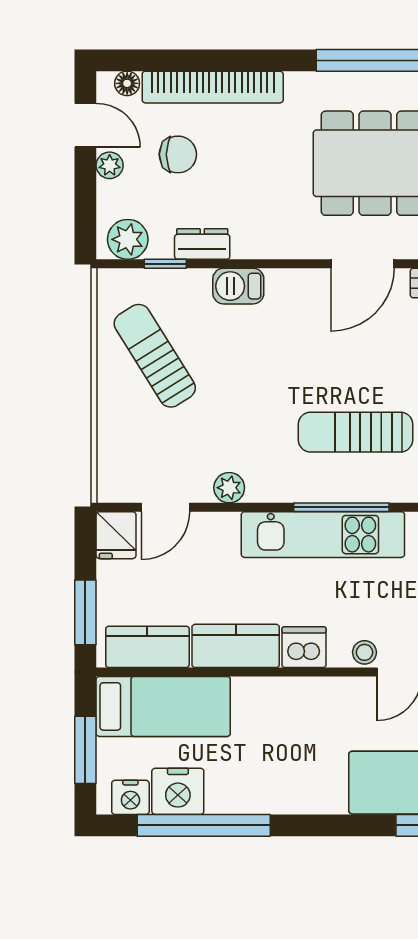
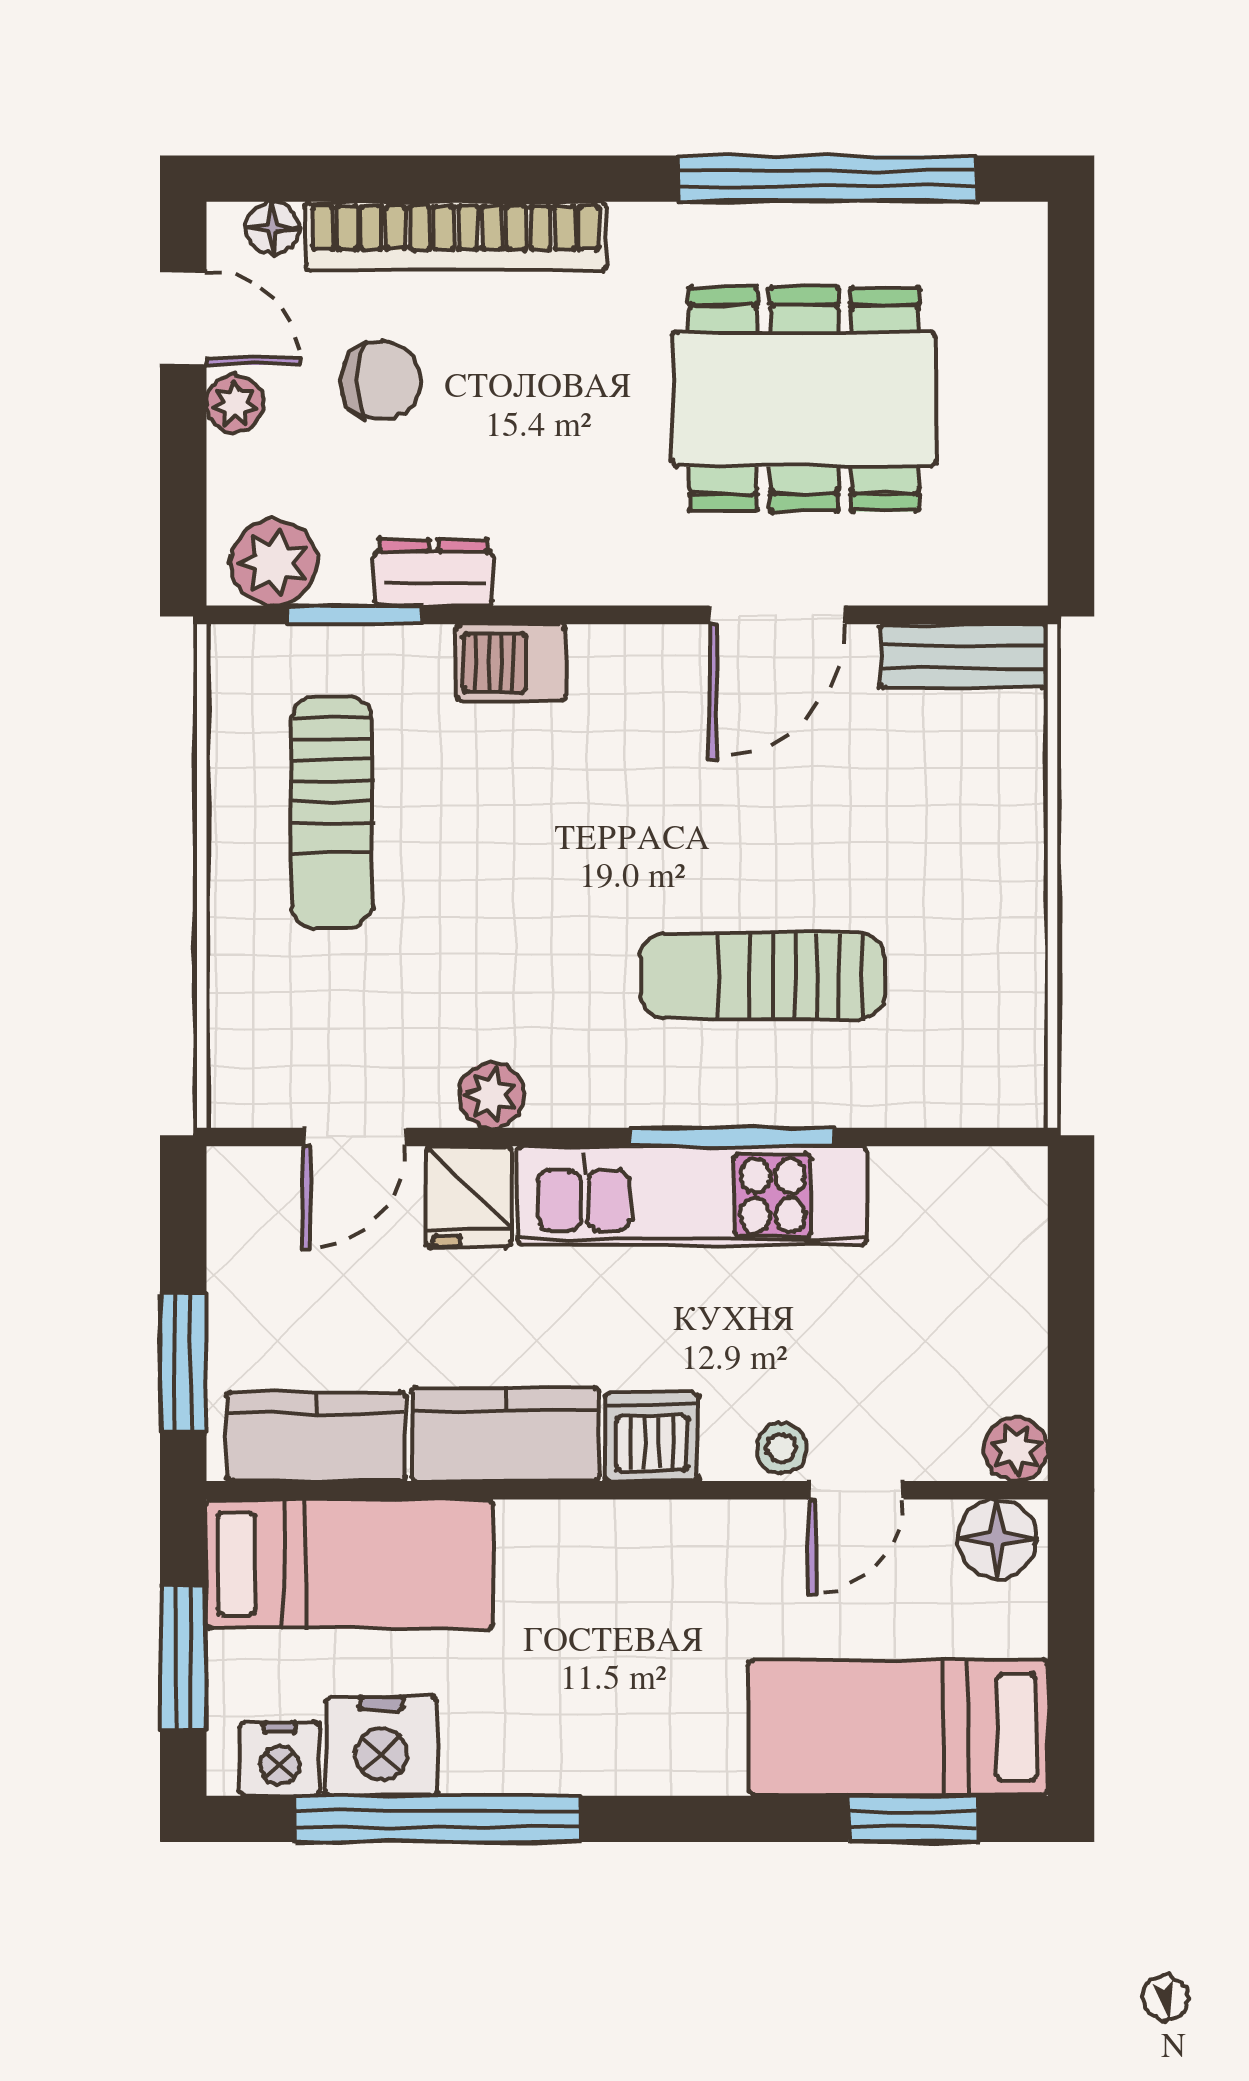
window: (165, 264) -> (354, 615), width x1.50
sun lounger: (155, 356) -> (332, 812), turned -148
fridge: (116, 535) -> (469, 1197), moved

